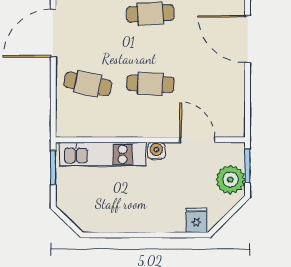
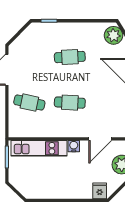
door: (197, 140) -> (100, 139), swing flipped

